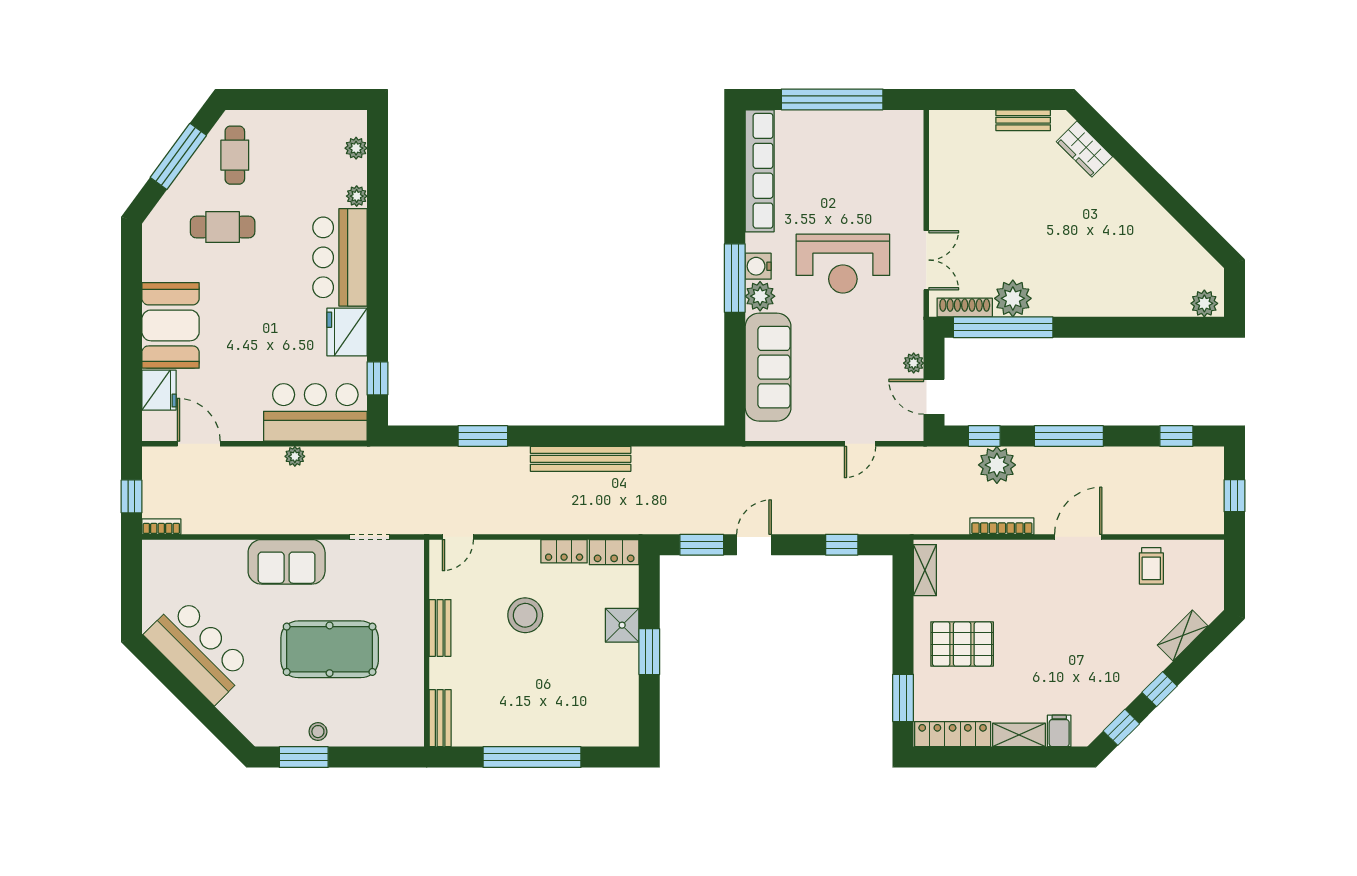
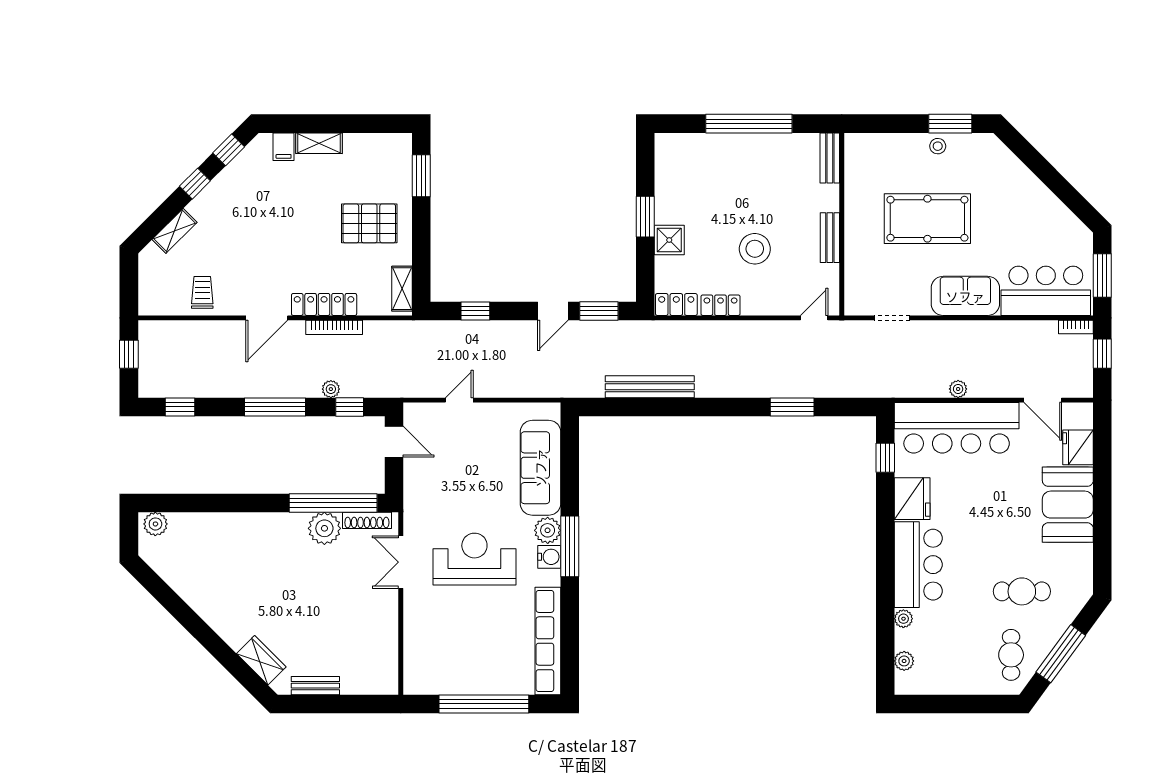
plant: (914, 363) -> (412, 471), removed
bar counter: (315, 412) -> (957, 428), width x1.36
bench: (581, 459) -> (650, 387), moved
plant: (997, 465) -> (331, 389), width x0.53, depth x0.53
window: (131, 585) -> (1102, 275), added
bar counter: (198, 651) -> (1046, 291), moved, turned 135
locker: (953, 734) -> (324, 304), moved, turned 180

